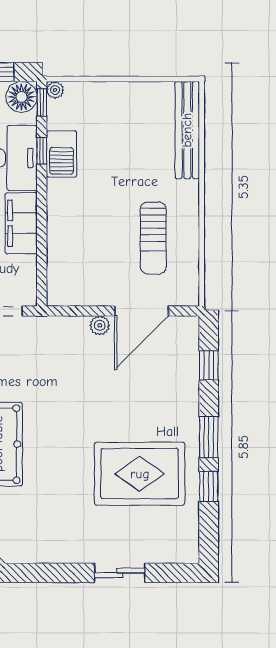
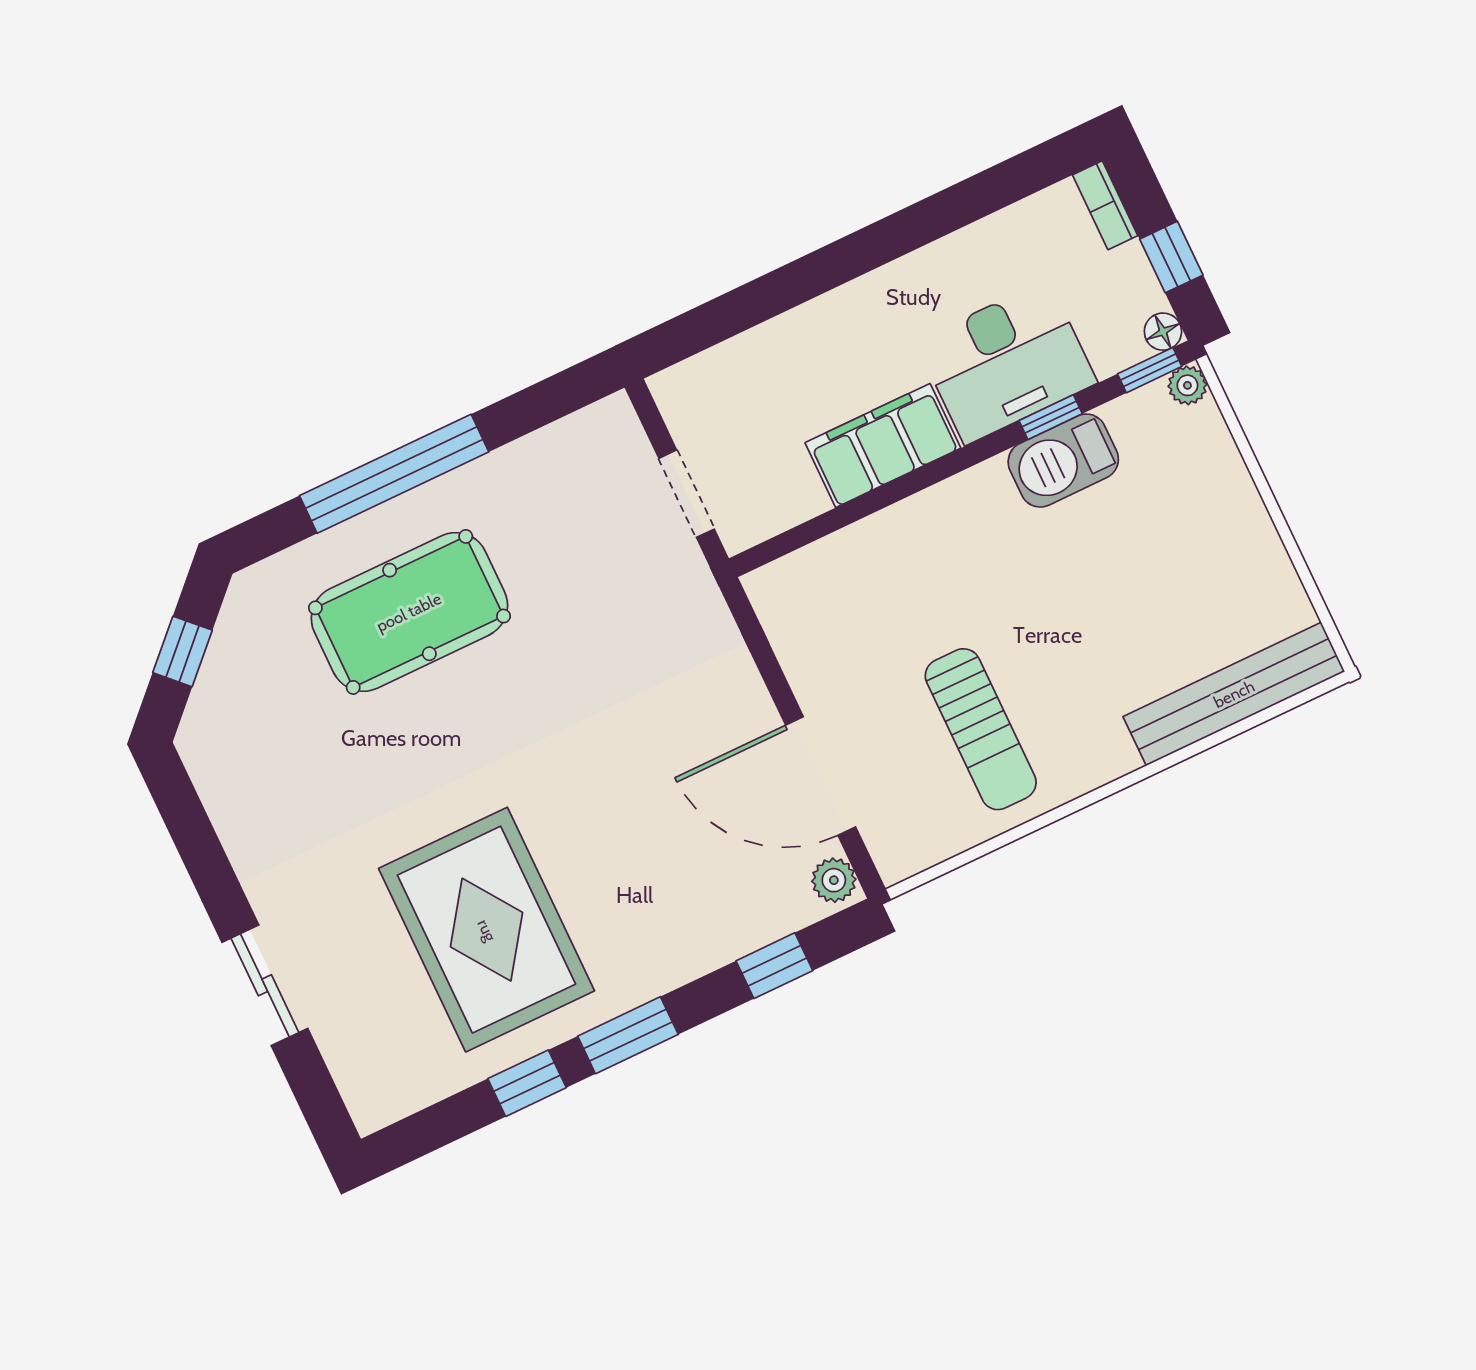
floor lamp: (22, 97) -> (1163, 332), width x0.53, depth x0.53
sun lounger: (153, 238) -> (981, 729), turned -90
plant: (100, 325) -> (834, 880), moved

